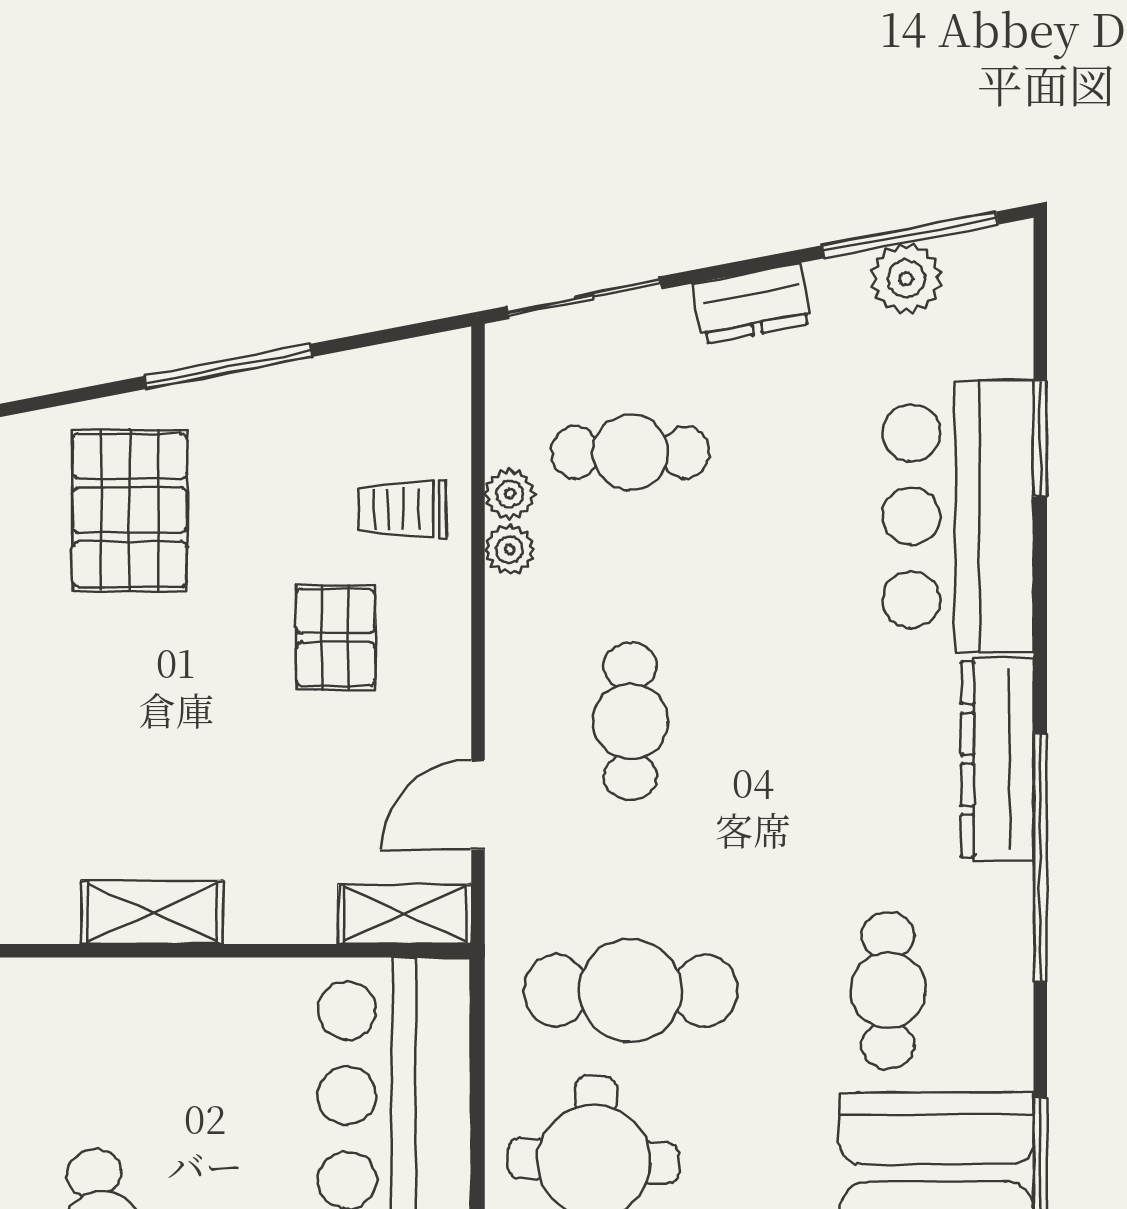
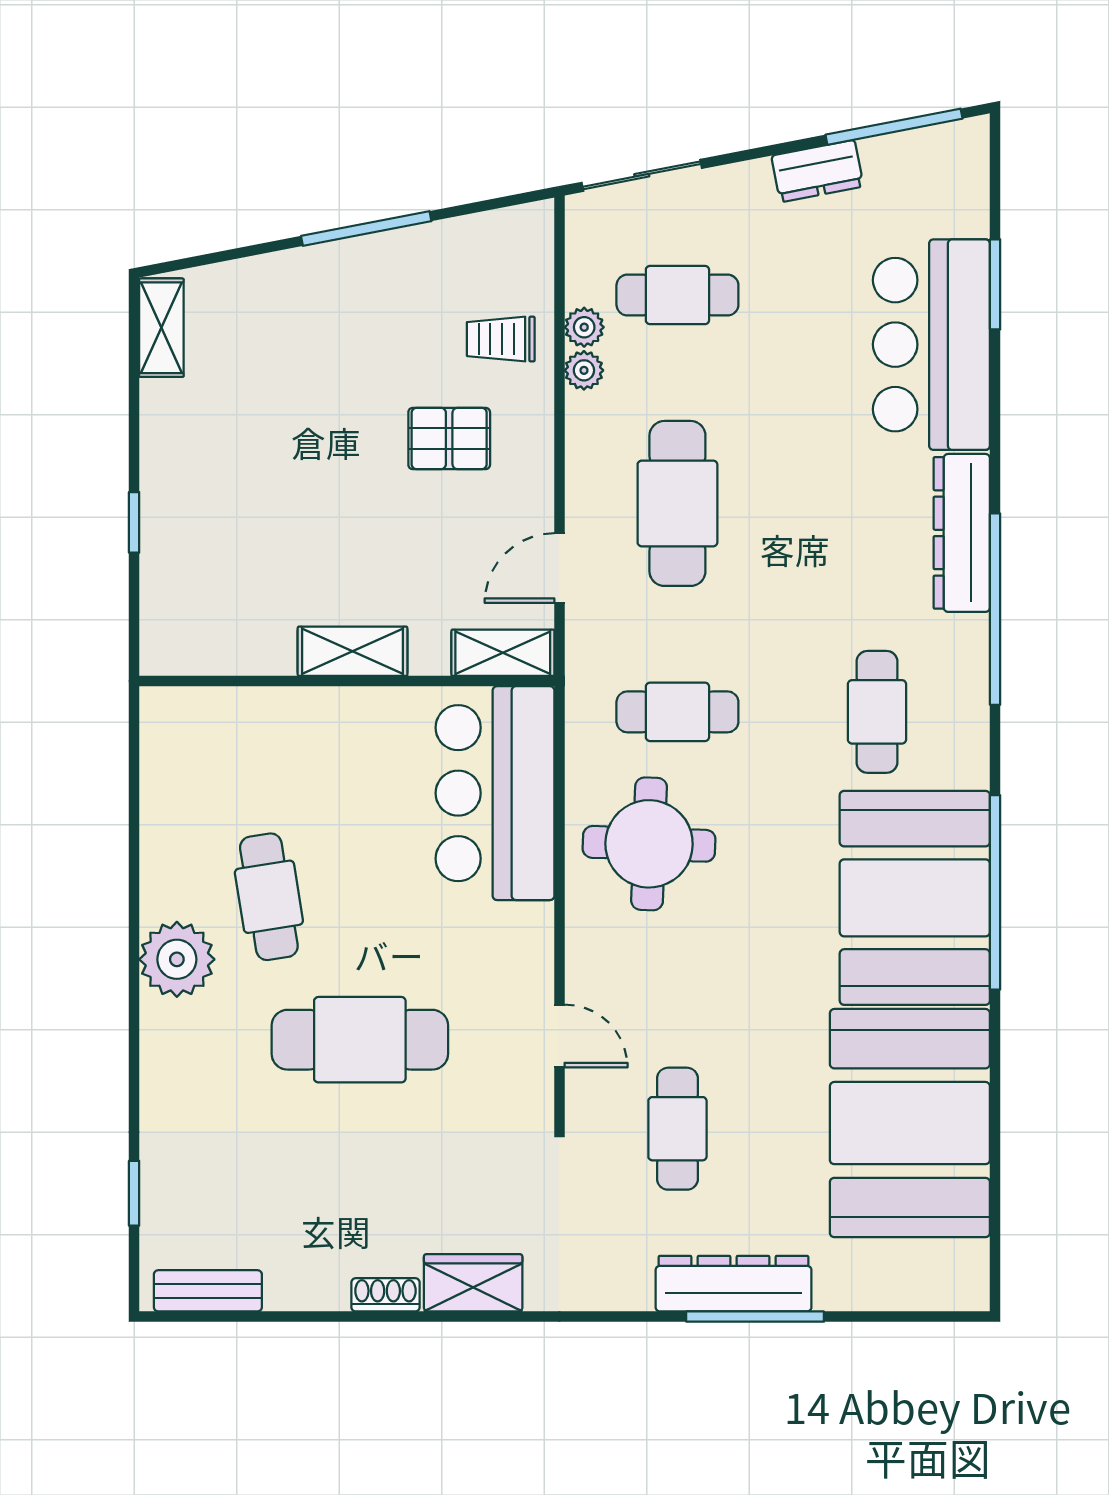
plant: (906, 279) -> (891, 161), removed
dresser: (752, 304) -> (817, 171), moved
pallet: (130, 510) -> (290, 340), removed
pallet: (336, 638) -> (449, 438), turned 90
cafe table: (630, 721) -> (677, 503), width x1.37, depth x1.35
shelving: (152, 912) -> (353, 651), moved
cafe table: (630, 991) -> (677, 712), width x0.73, depth x0.74

